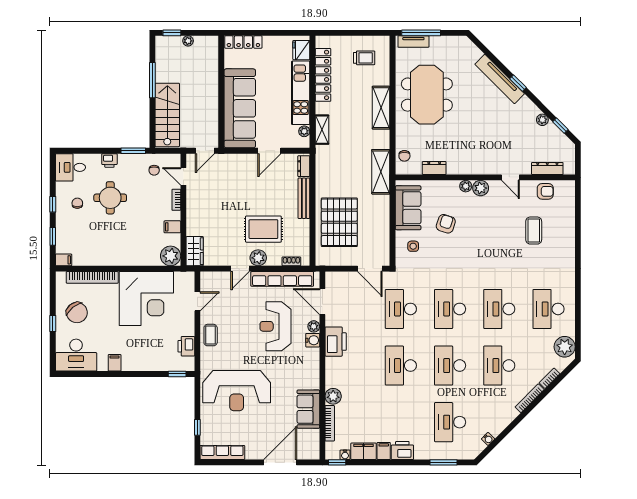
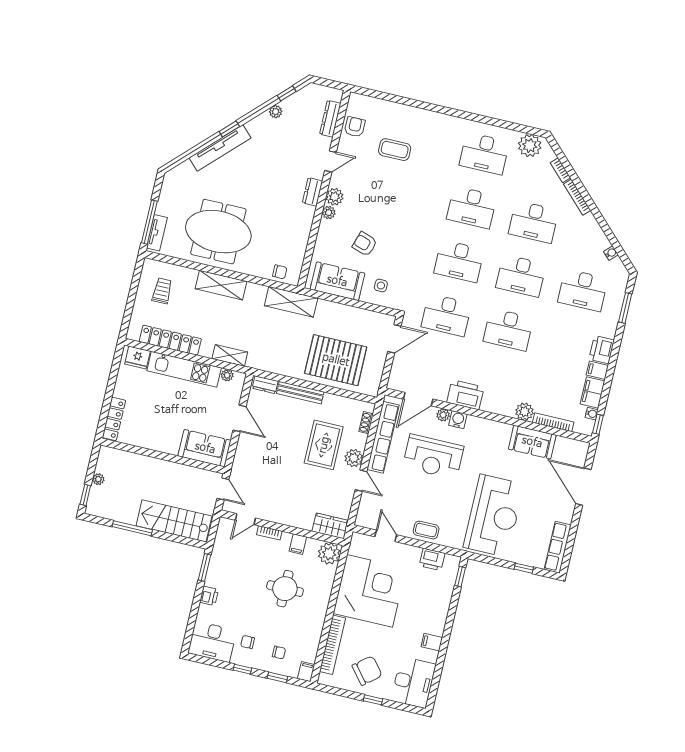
sofa: (240, 108) -> (205, 448), width x0.54, depth x0.79
desk: (70, 167) -> (212, 642), width x1.37
dresser: (434, 168) -> (312, 192), moved
chair: (154, 170) -> (279, 653), moved
round table: (110, 198) -> (285, 589), moved

